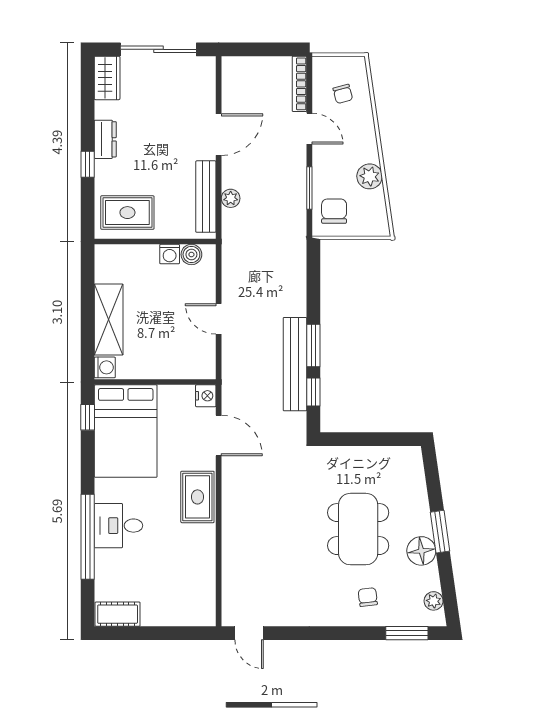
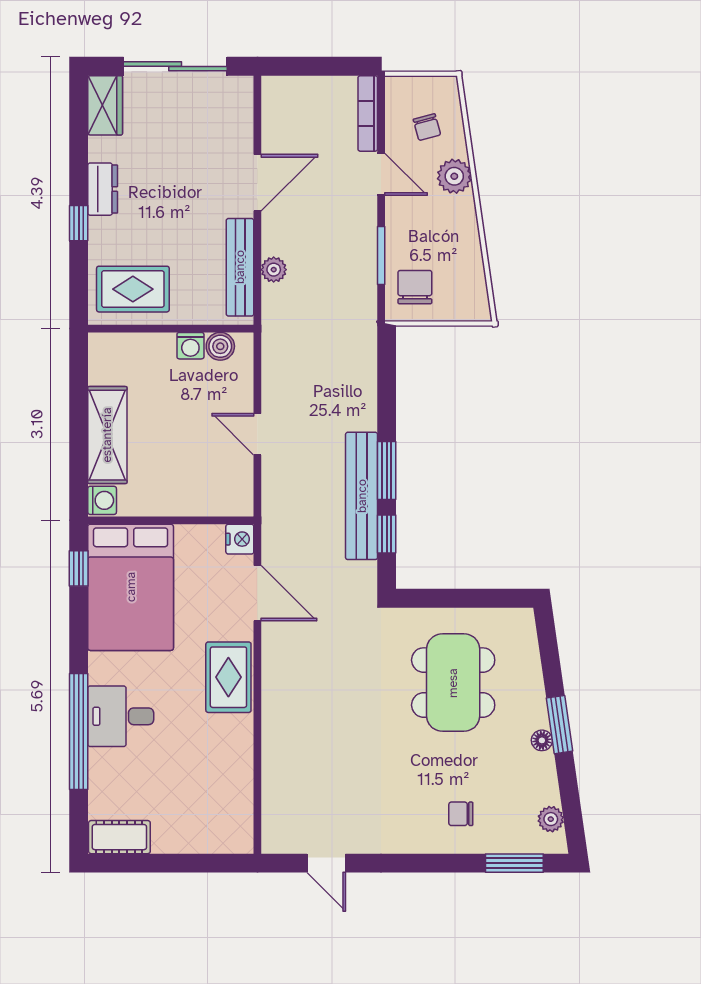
plant: (370, 176) -> (454, 176), moved
dining table: (358, 529) -> (453, 683), moved
floor lamp: (421, 551) -> (542, 740), width x0.53, depth x0.53
chair: (368, 597) -> (461, 814), turned -83
door: (249, 633) -> (326, 863), moved

